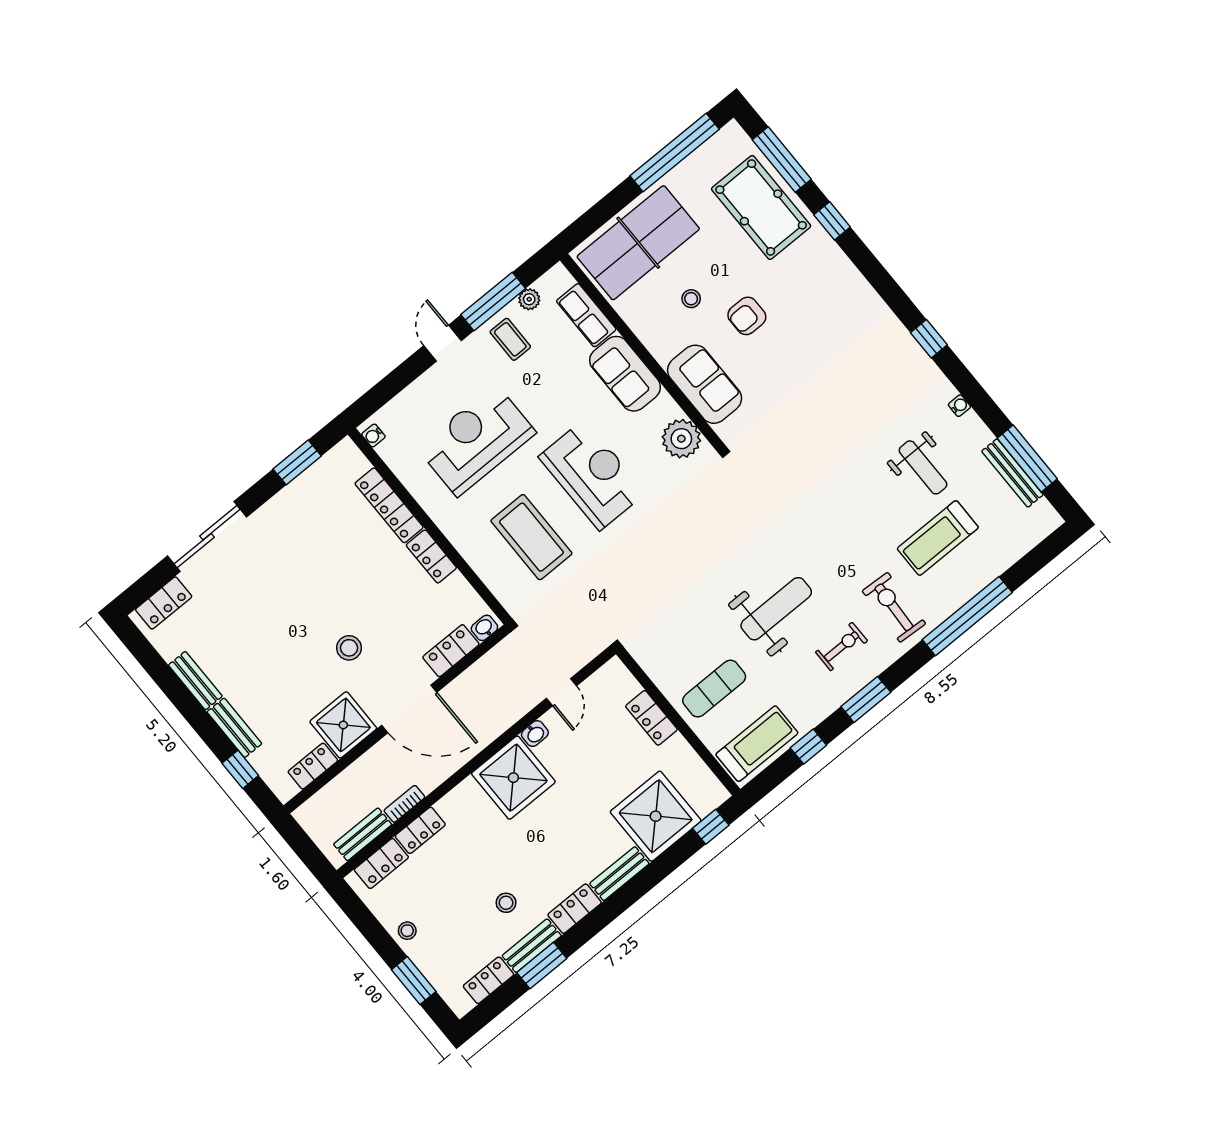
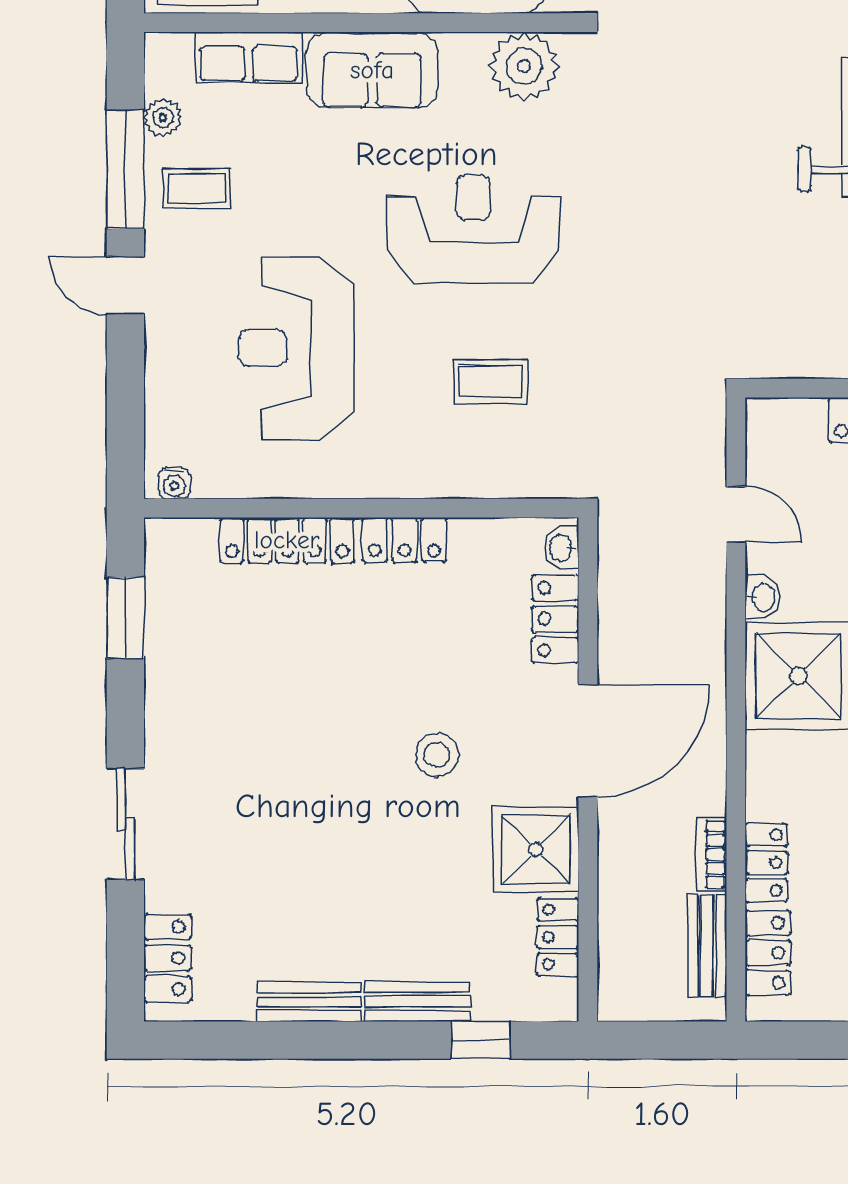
sliding door: (207, 537) -> (125, 824), width x0.73
coffee table: (531, 537) -> (490, 381), width x0.54, depth x0.58

